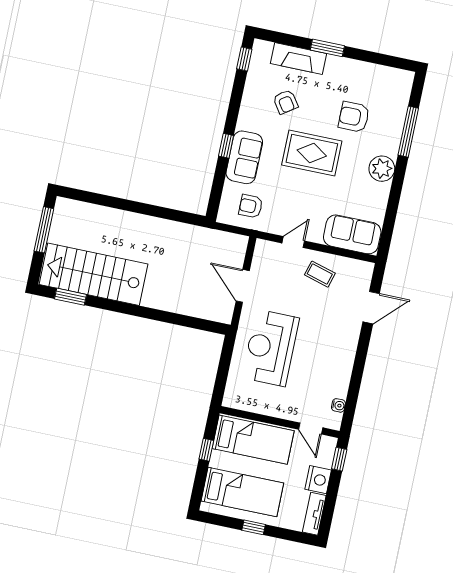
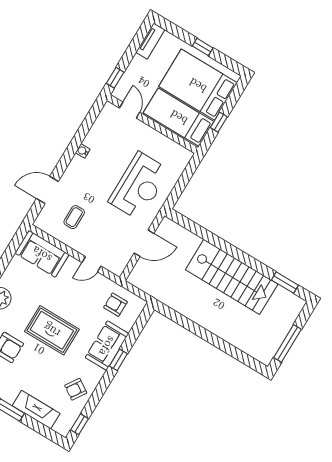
armchair: (285, 102) -> (76, 389), moved, turned -112
armchair: (251, 206) -> (115, 305), turned 180
stairs: (94, 274) -> (232, 277), moved
coffee table: (320, 274) -> (74, 217), moved, turned 74
door: (243, 286) -> (144, 243), hinge flipped
water cooler: (338, 405) -> (83, 151), moved
nightstand: (318, 480) -> (138, 67), removed
bed: (242, 492) -> (198, 85), width x1.50

